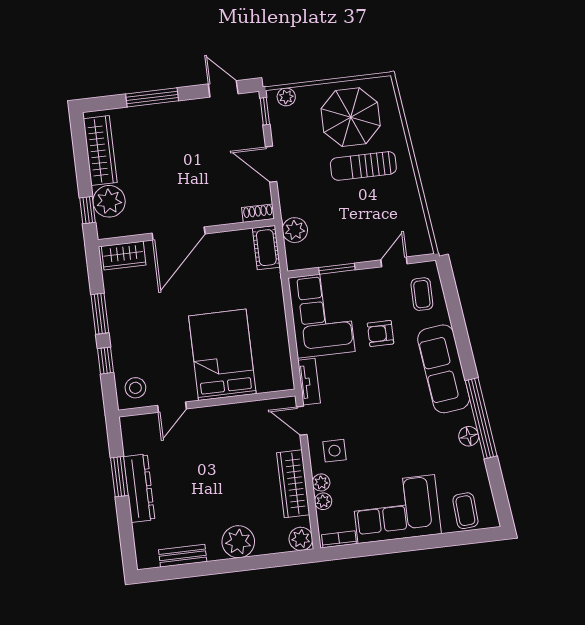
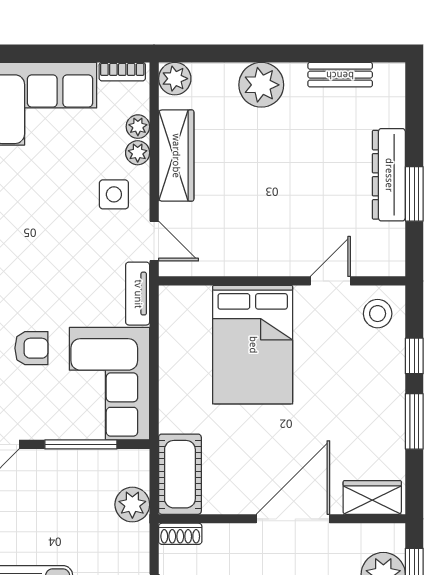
cot: (266, 248) -> (180, 474), width x1.37, depth x1.34
window: (337, 269) -> (81, 444), width x1.44

